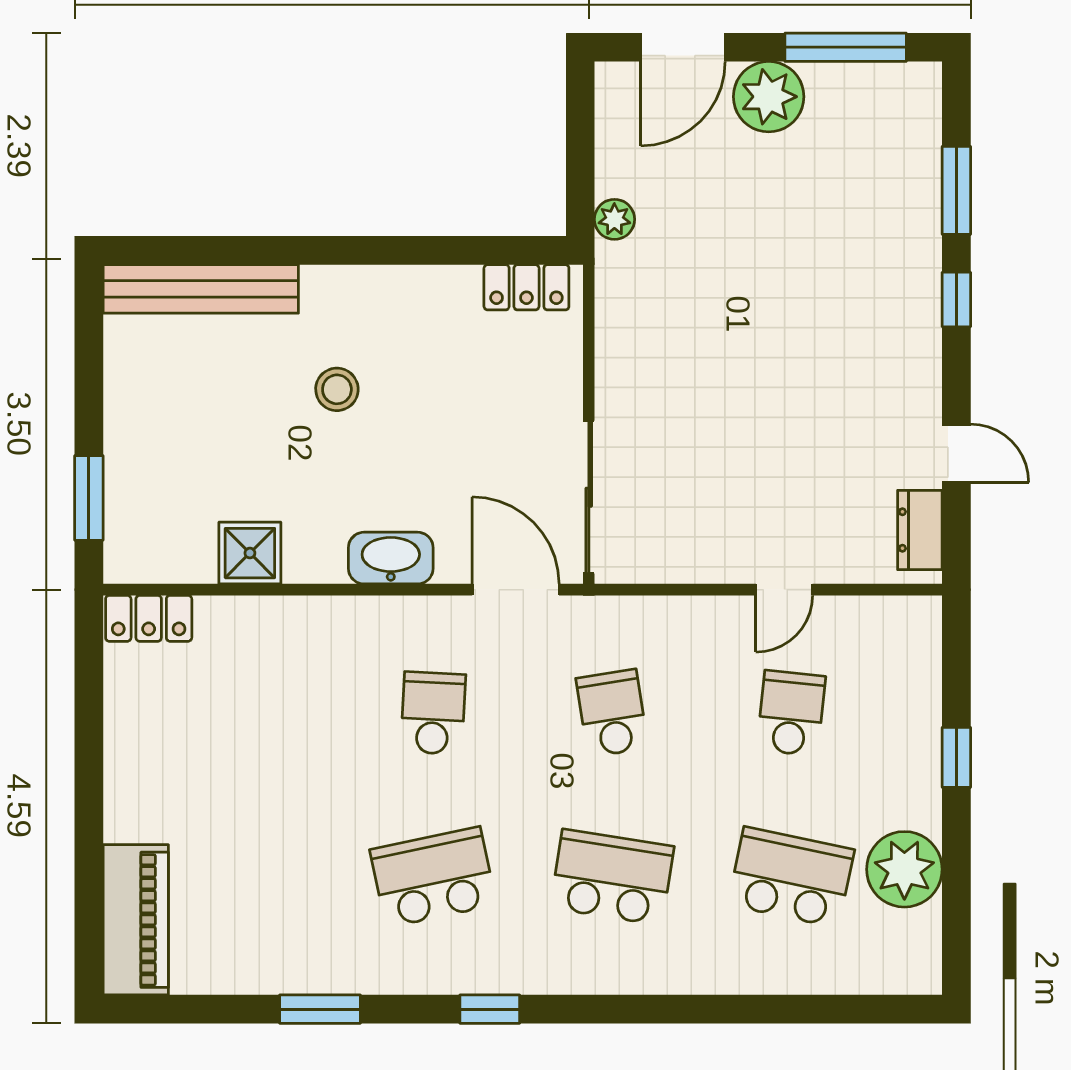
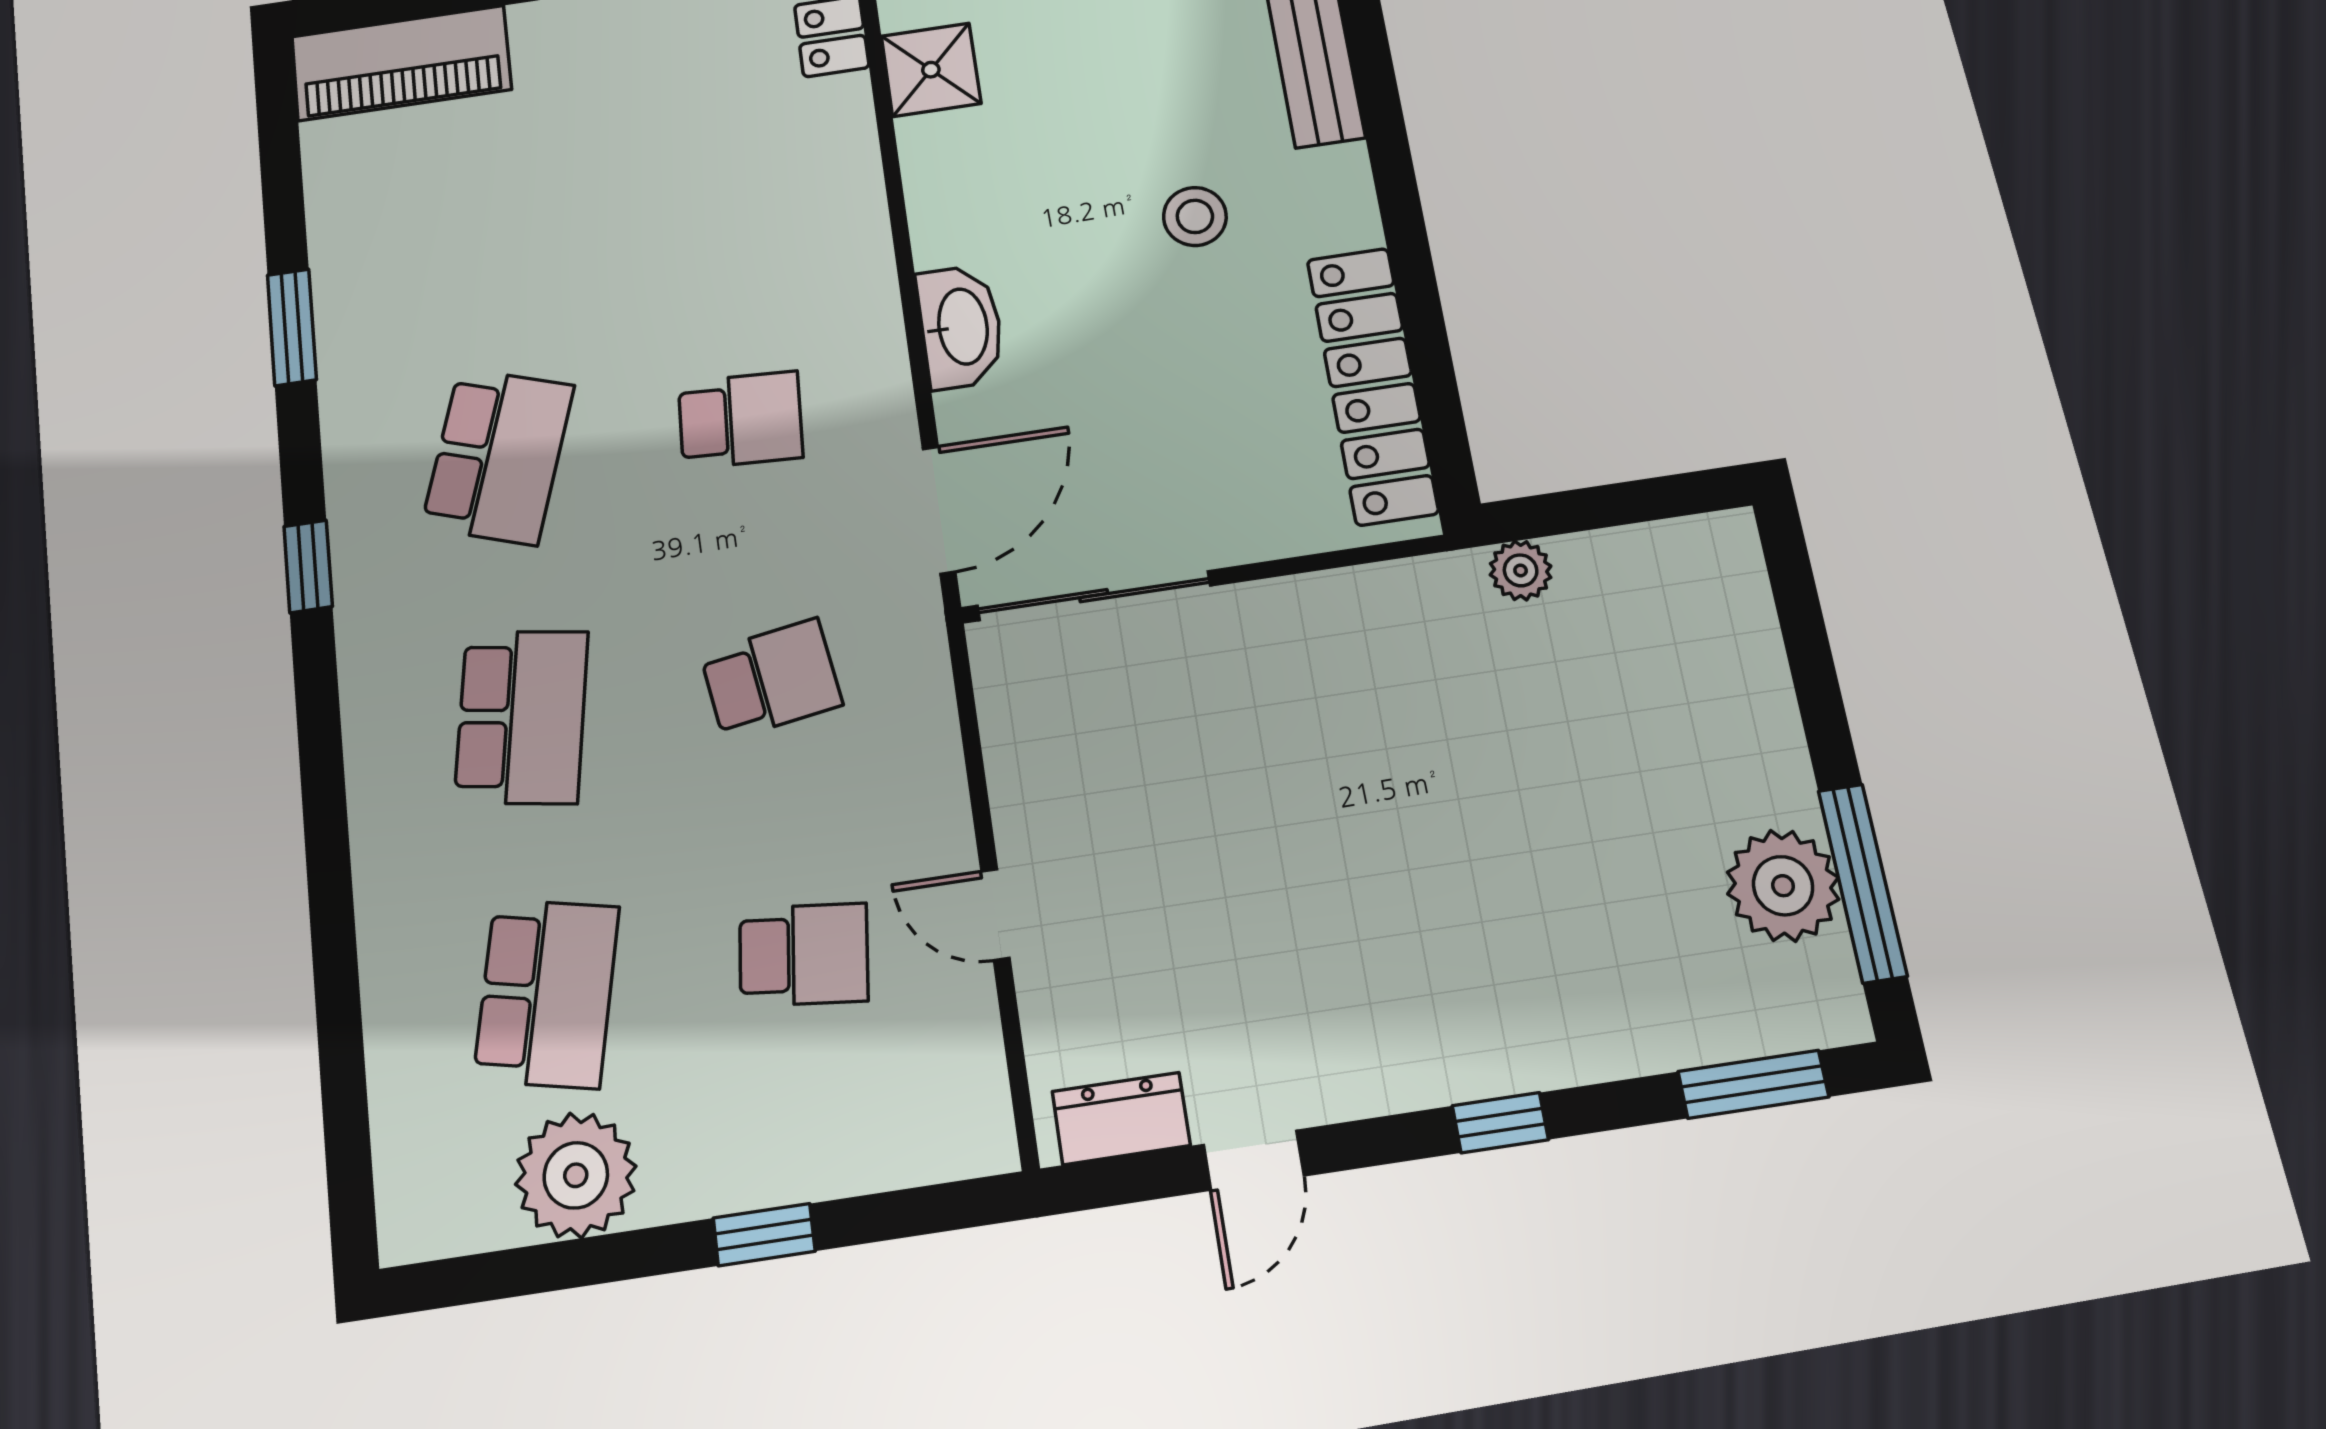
door: (683, 47) -> (1804, 633), removed
plant: (769, 97) -> (1783, 886), moved
window: (956, 190) -> (1753, 1084), moved
locker: (526, 287) -> (1372, 385), width x2.16, depth x1.21
shower: (250, 553) -> (931, 70), moved
school desk: (433, 877) -> (498, 456), turned 30

